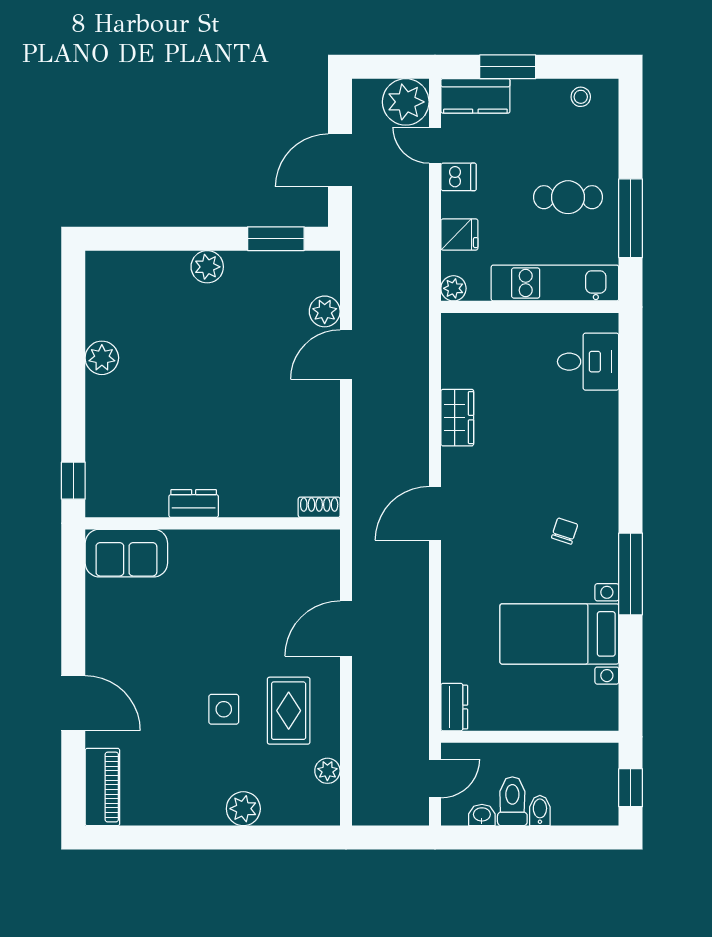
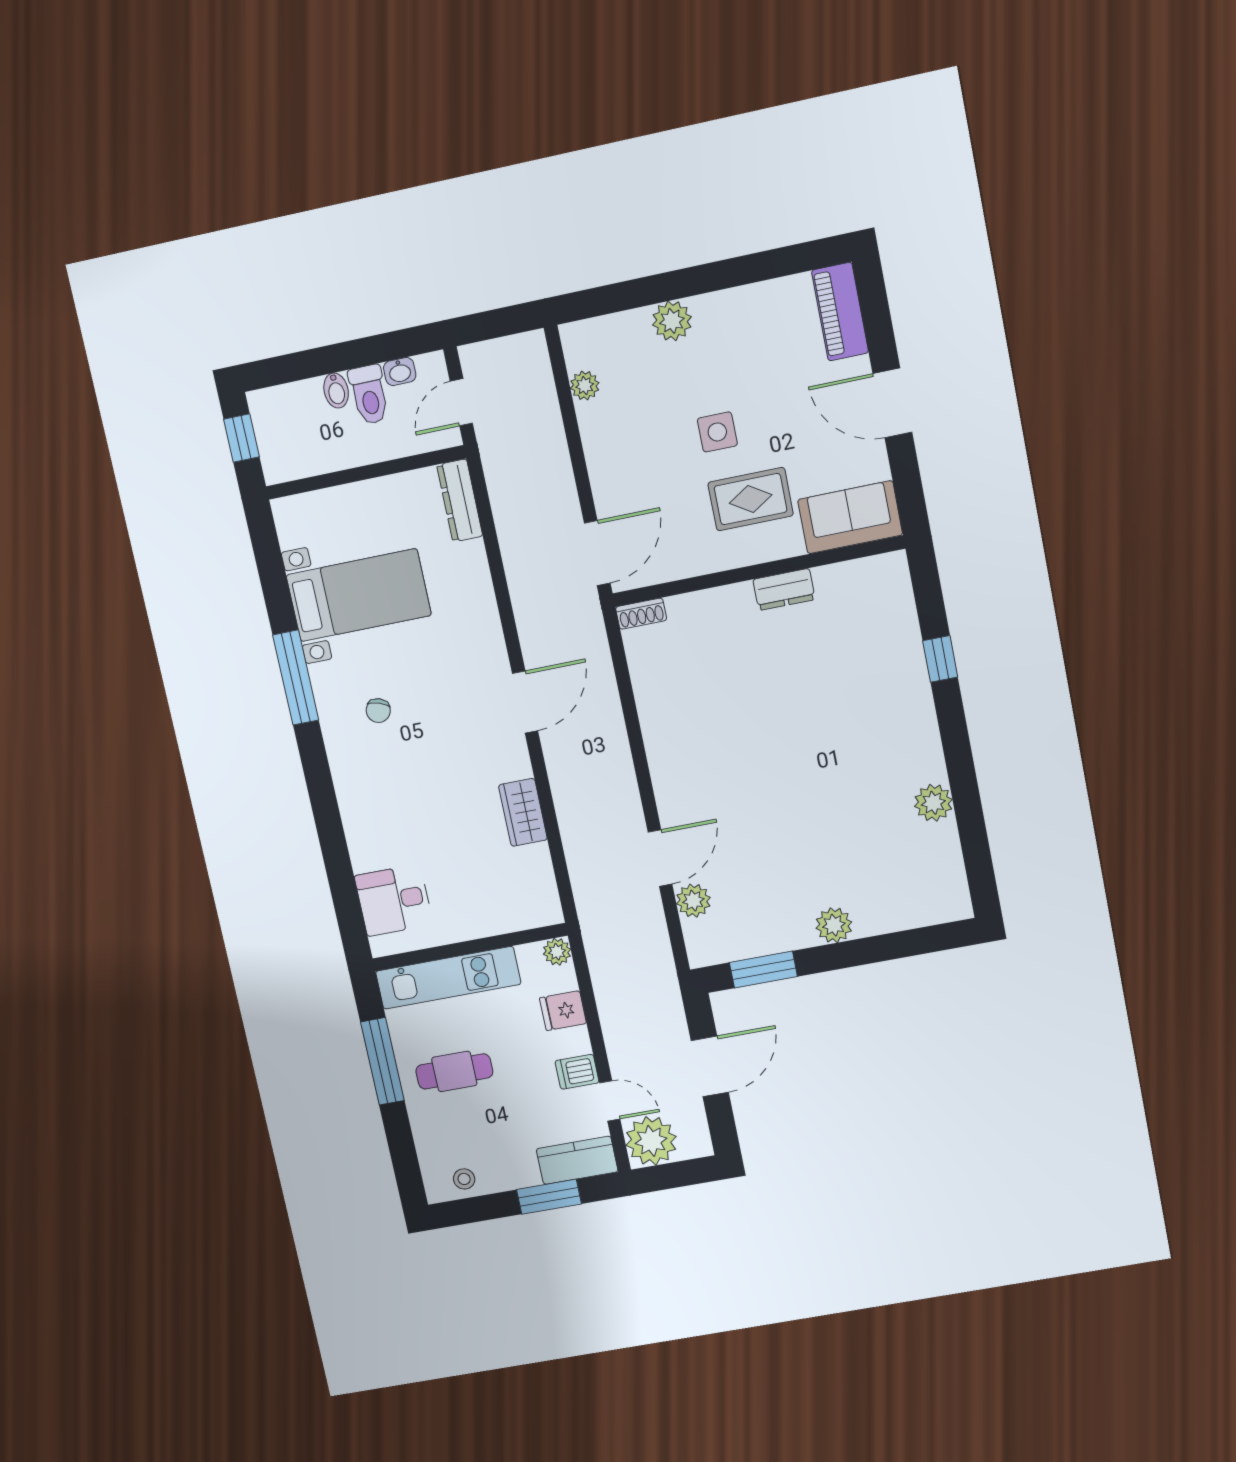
dresser: (194, 503) -> (784, 589), moved
shoe rack: (319, 507) -> (641, 614), moved
wall: (213, 523) -> (758, 571), moved
sofa: (126, 553) -> (850, 517), moved
dresser: (454, 707) -> (460, 500), width x1.44
rug: (289, 711) -> (751, 499), moved, turned 90

